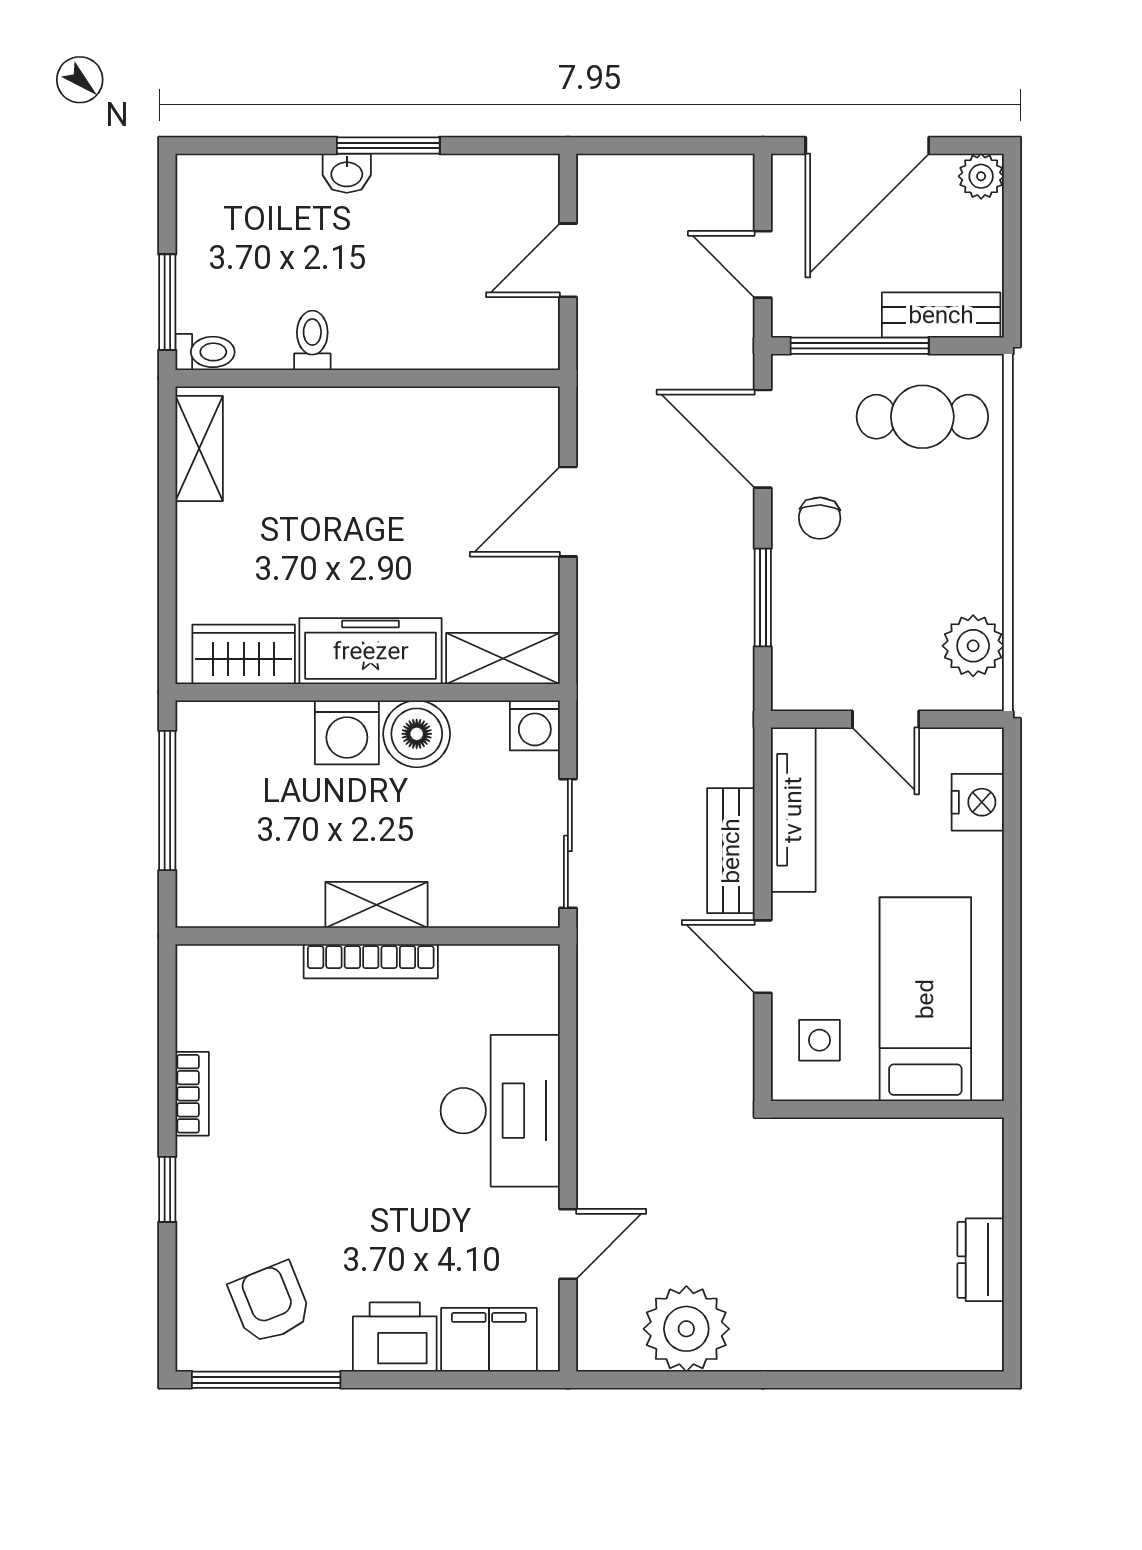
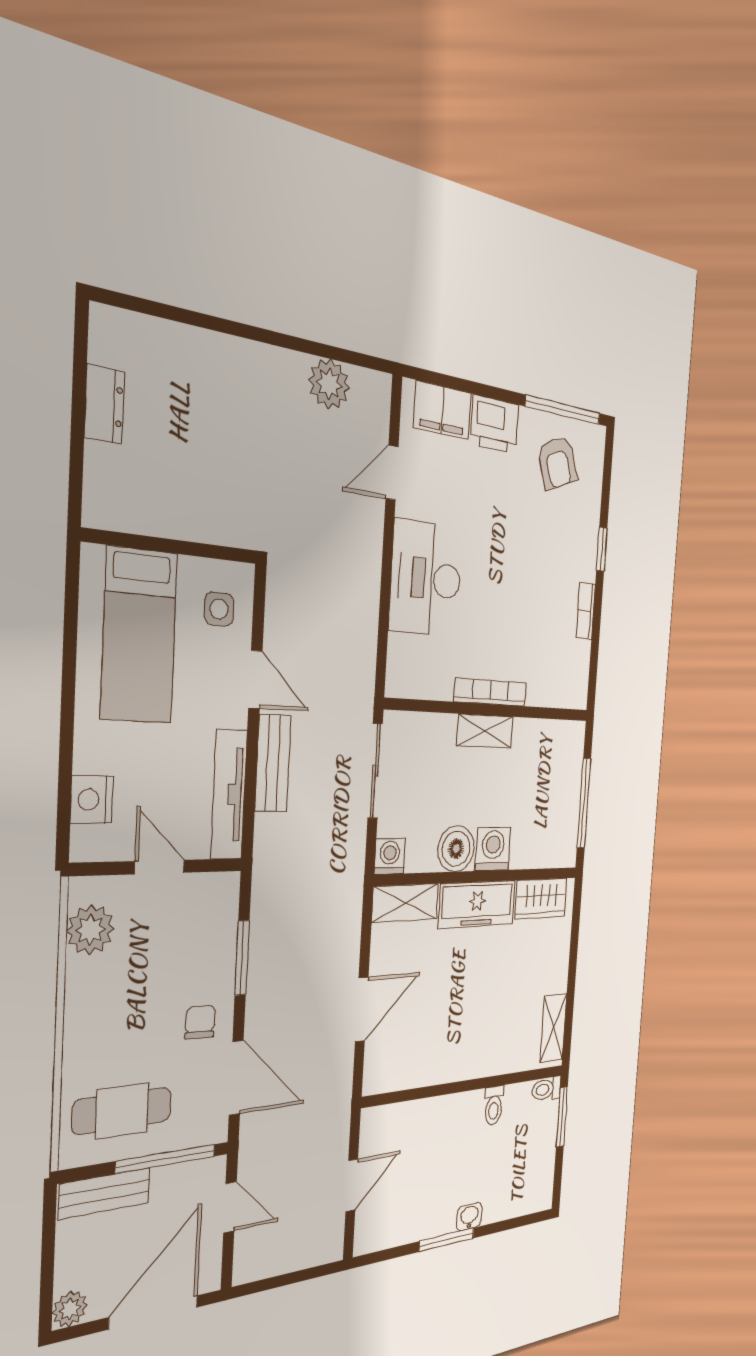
plant: (686, 1329) -> (329, 384), width x0.73, depth x0.73

